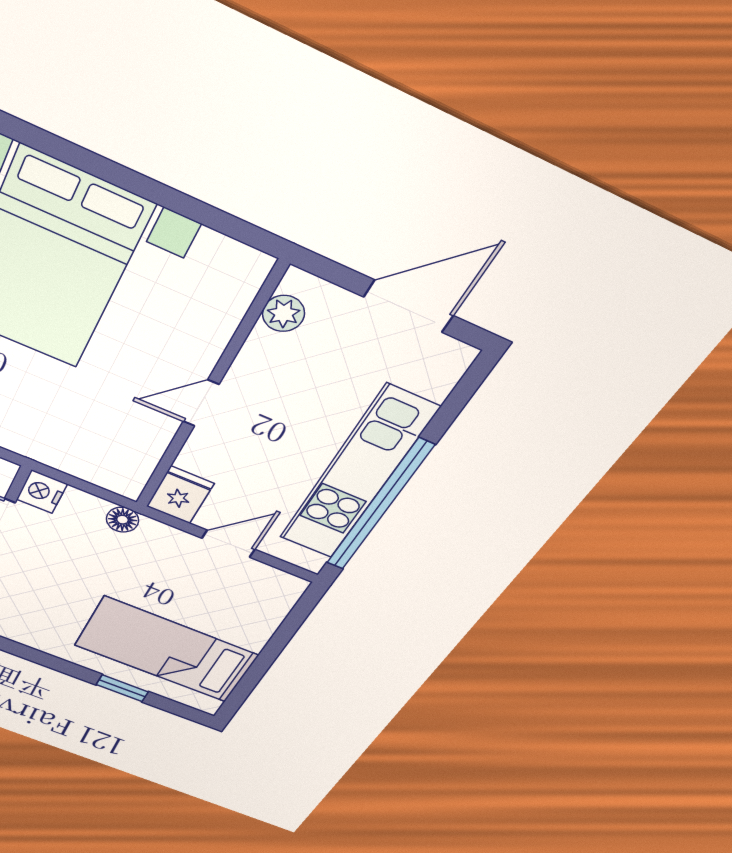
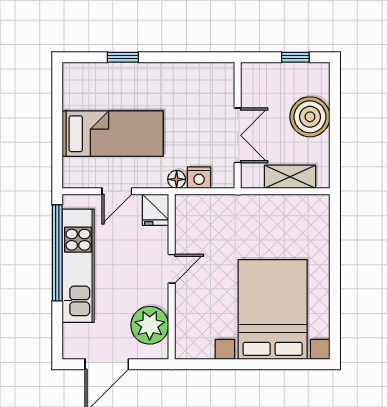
plant: (284, 313) -> (150, 325), width x1.87, depth x1.87
nightstand: (42, 492) -> (199, 178), moved, turned 90
bed: (166, 650) -> (113, 134), moved

